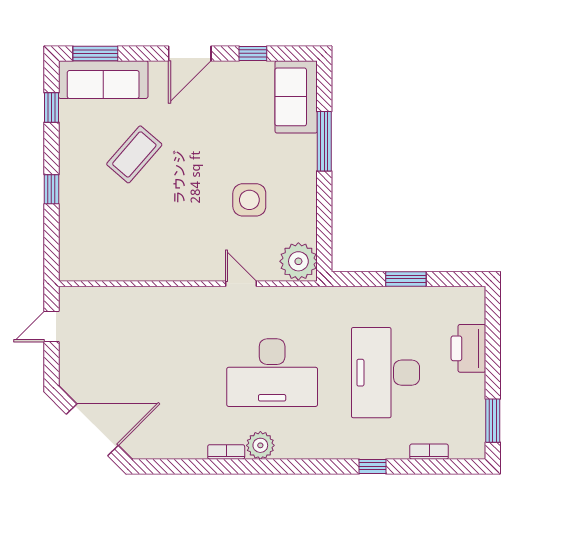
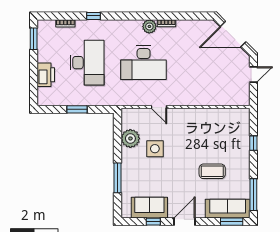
sofa: (296, 97) -> (149, 208), moved, turned -90
window: (51, 108) -> (253, 195), width x2.17
coffee table: (134, 154) -> (212, 171), turned 49
window: (51, 189) -> (253, 143), moved
plant: (298, 261) -> (130, 138), moved
door: (51, 326) -> (253, 74), moved
desk: (272, 373) -> (144, 63), turned 180

